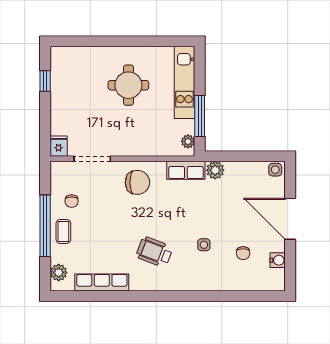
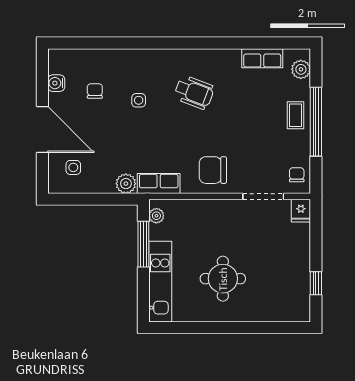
side table: (275, 170) -> (73, 167), moved
chair: (72, 201) -> (297, 175), moved
row of seats: (102, 282) -> (262, 58), width x0.68

